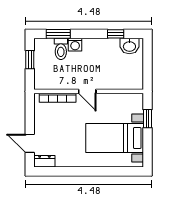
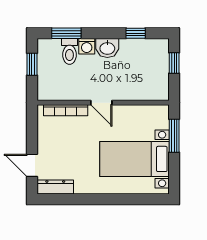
washbasin: (129, 46) -> (107, 48), moved
window: (147, 59) -> (174, 63), added
window: (147, 119) -> (174, 136), width x1.50
dresser: (44, 161) -> (55, 187), width x1.44

